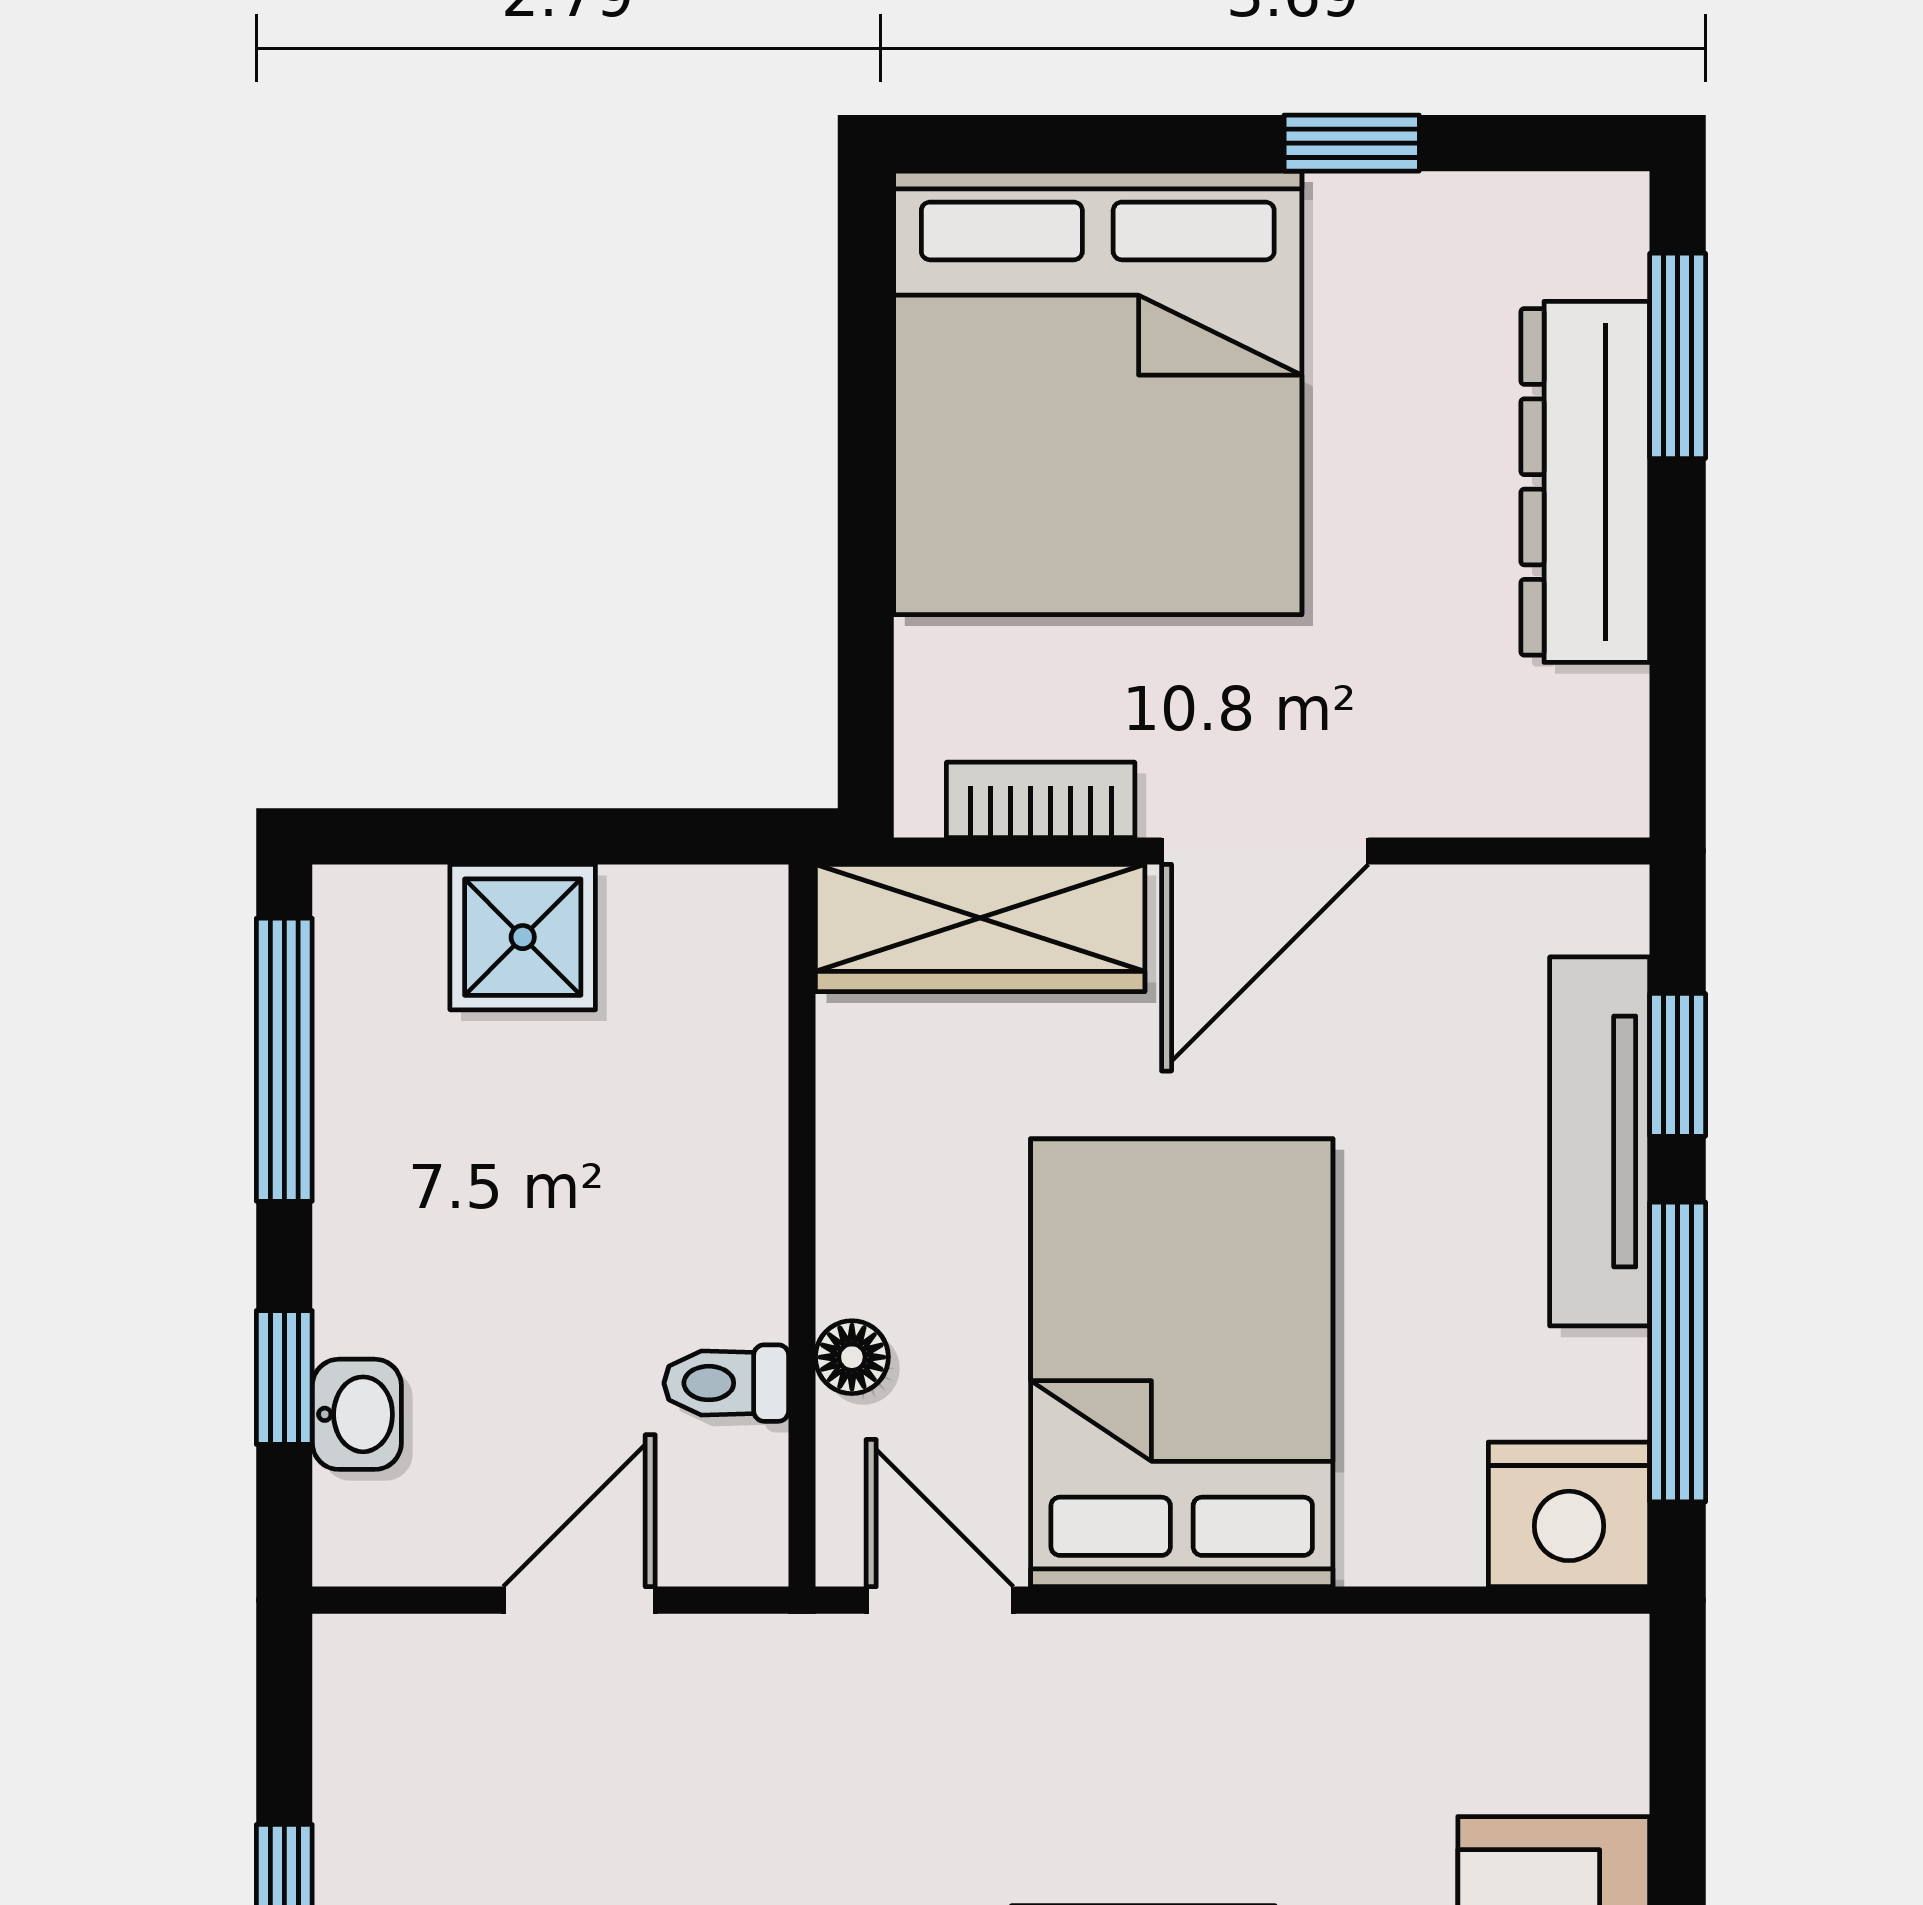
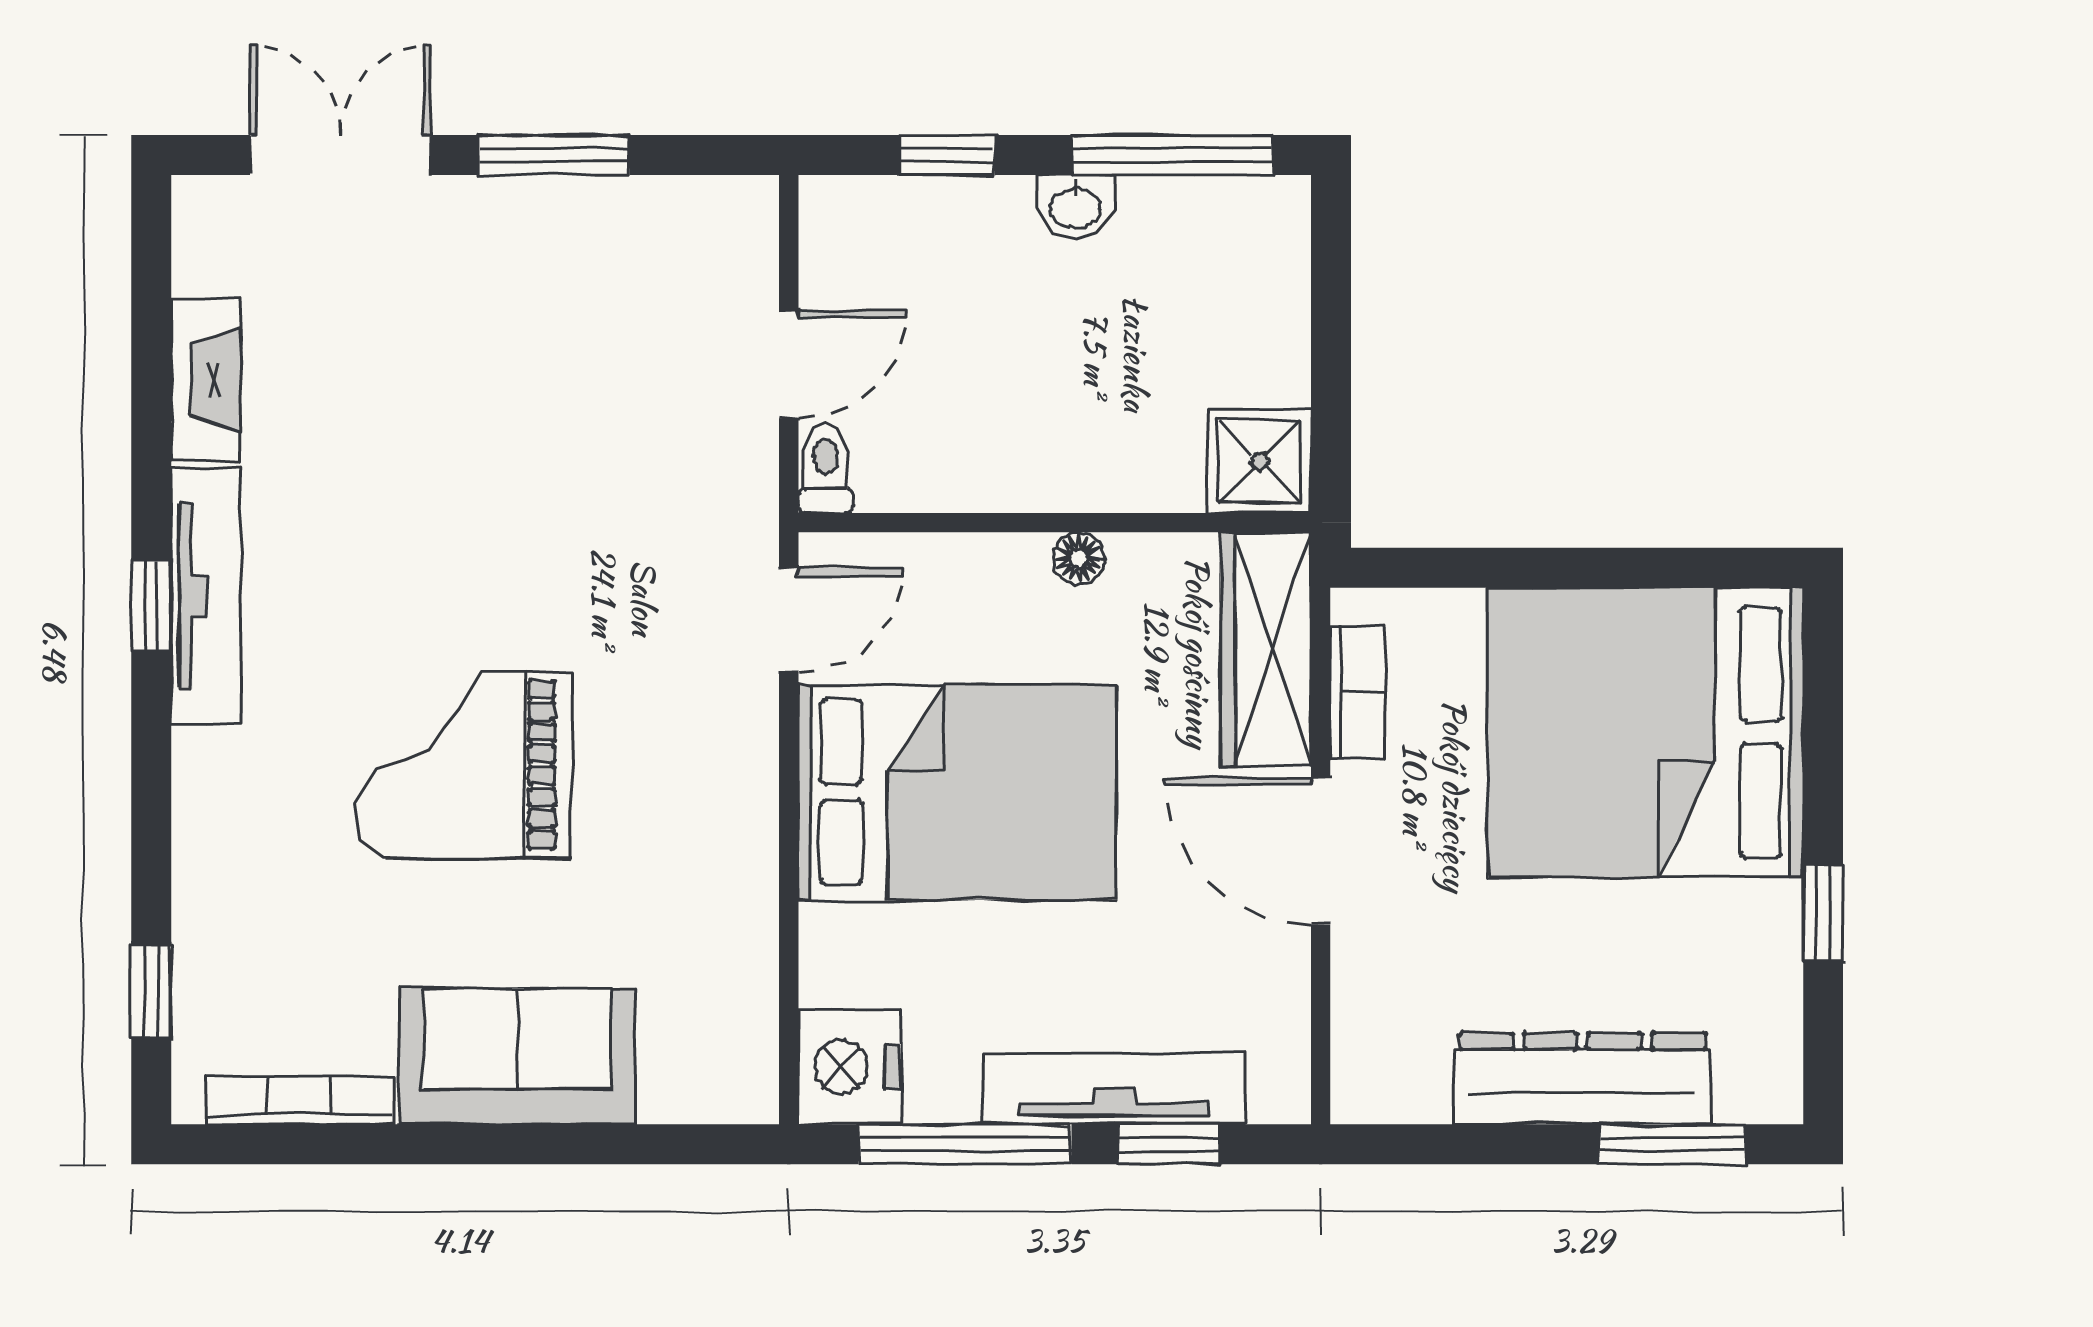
shower: (523, 937) -> (1259, 461), moved
floor lamp: (852, 1357) -> (1079, 558), moved
toilet: (726, 1383) -> (825, 469), moved
washbasin: (357, 1414) -> (1075, 207), moved
door: (579, 1600) -> (789, 364), hinge flipped

